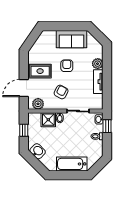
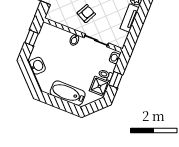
plant: (38, 104) -> (57, 16), removed
shower: (48, 120) -> (99, 86), moved
window: (107, 126) -> (116, 80), moved

